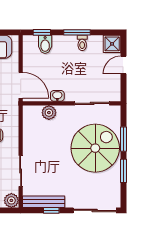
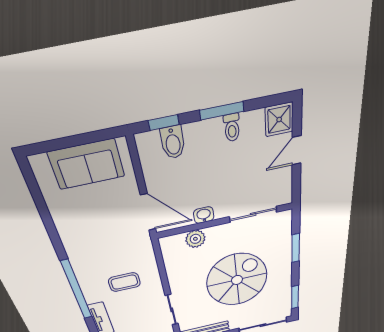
spiral stairs: (95, 148) -> (237, 280), moved
window: (123, 171) -> (295, 297), moved

